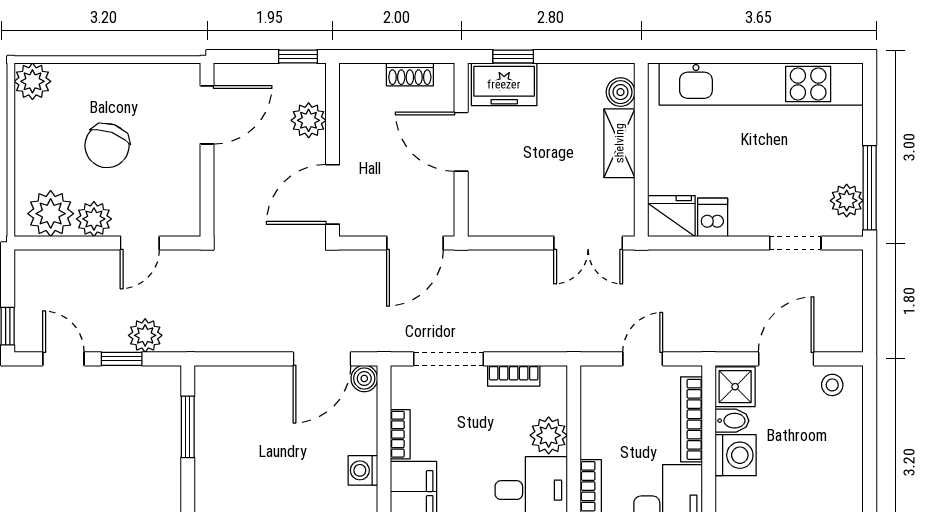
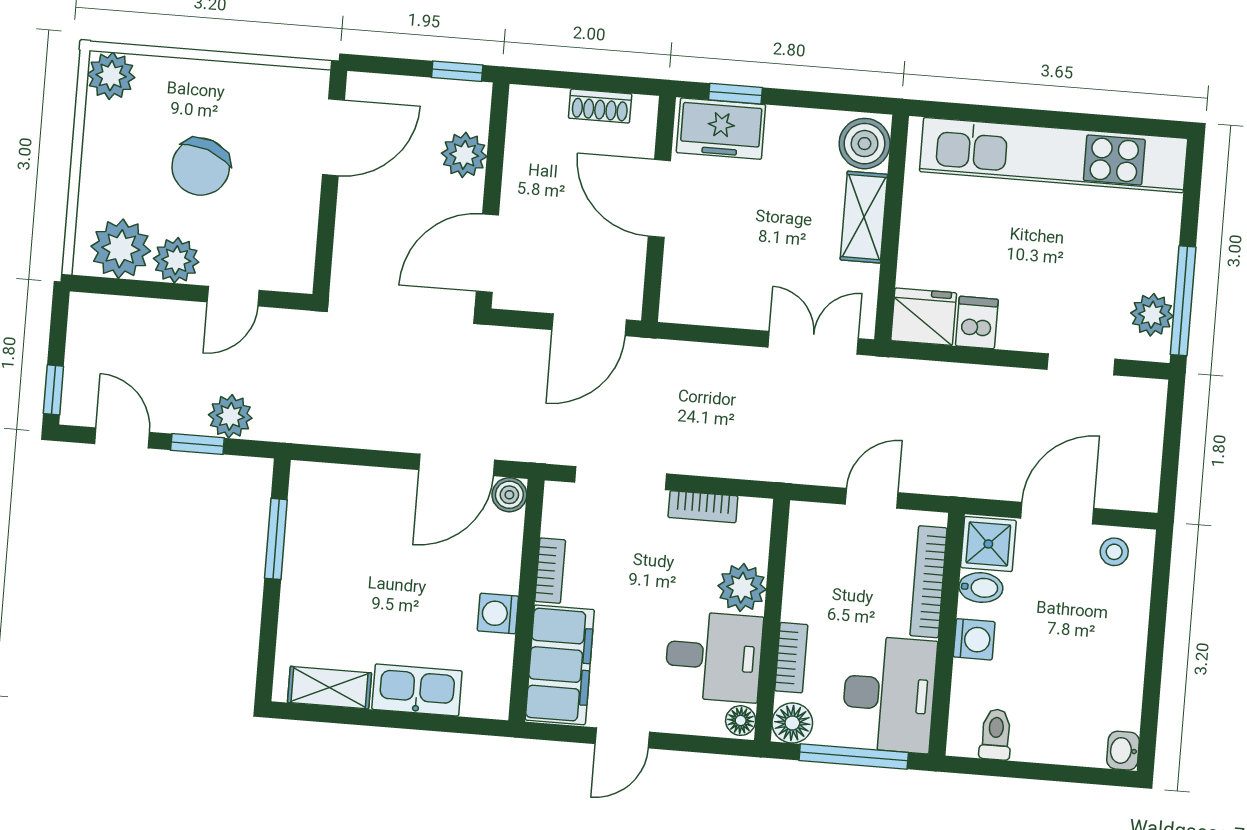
boiler: (621, 92) -> (865, 144), width x1.36, depth x1.36
double door: (588, 243) -> (813, 343), swing flipped
washing machine: (736, 455) -> (974, 639), width x0.73, depth x0.73

